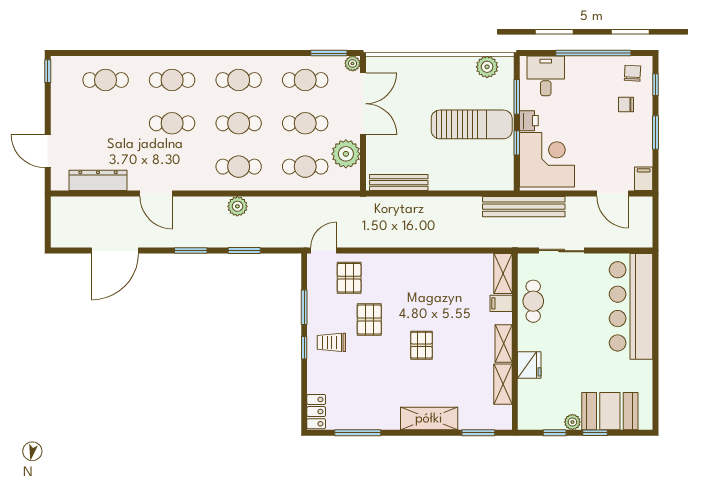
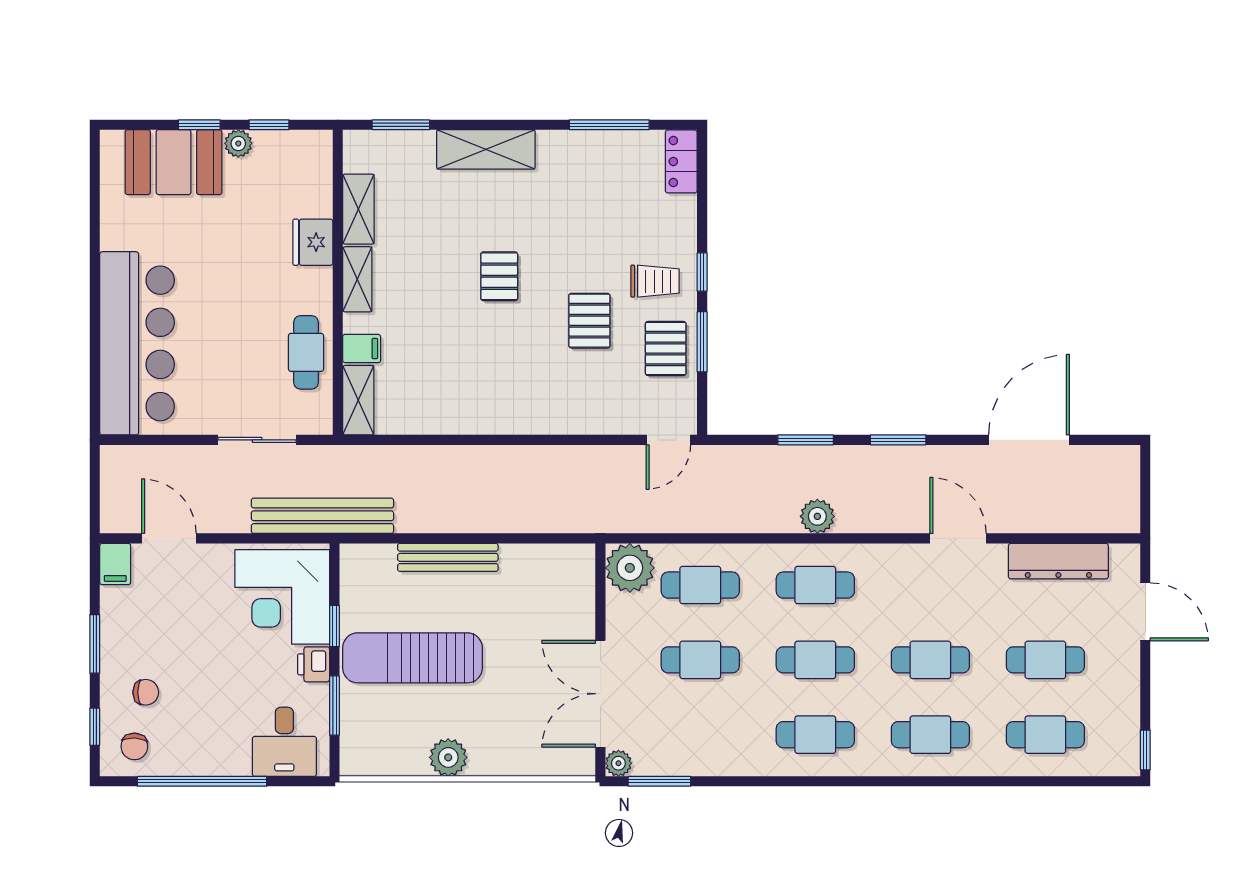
plant: (487, 67) -> (448, 757), moved
cafe table: (305, 80) -> (1045, 660), moved
plant: (346, 154) -> (630, 568), moved
bench: (399, 183) -> (448, 557), moved
pallet: (349, 278) -> (666, 348), moved

